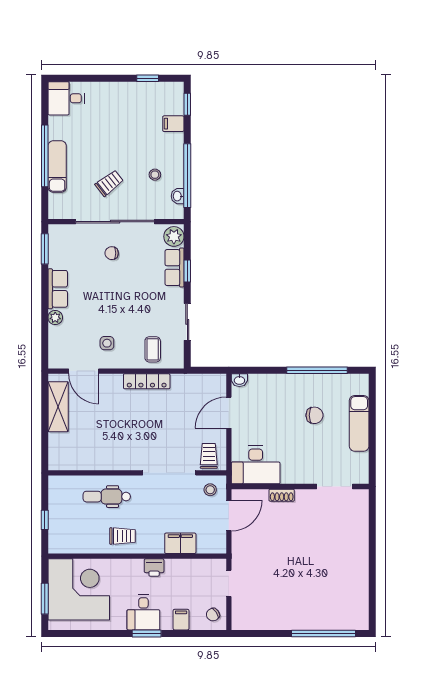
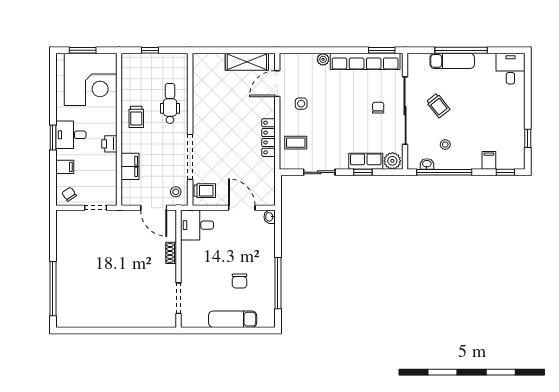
row of seats: (58, 289) -> (365, 61), width x2.02
desk: (256, 465) -> (197, 225), width x0.73

